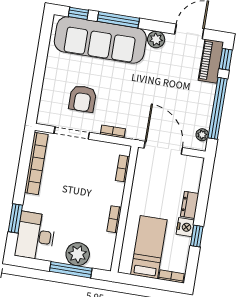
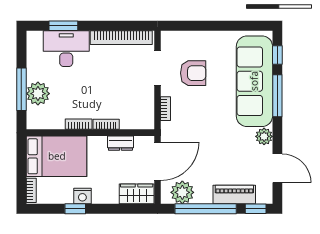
piano: (211, 61) -> (234, 195), moved
armchair: (83, 99) -> (193, 73), turned 180
plant: (202, 135) -> (182, 192), width x1.88, depth x1.88
bookcase: (123, 169) -> (106, 124), moved
wardrobe: (192, 174) -> (137, 194), added
dresser: (190, 205) -> (120, 143), moved, turned 180
desk: (35, 236) -> (66, 49), moved
bed: (149, 247) -> (57, 156), width x1.50

